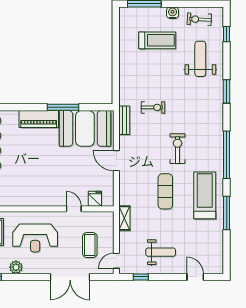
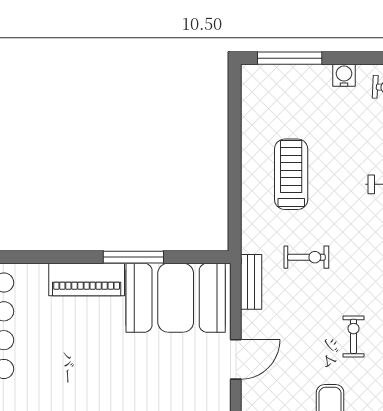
treadmill: (157, 40) -> (291, 174), moved, turned -90
exercise bike: (177, 149) -> (354, 336), width x0.73, depth x0.72
door: (116, 161) -> (236, 359), swing flipped

